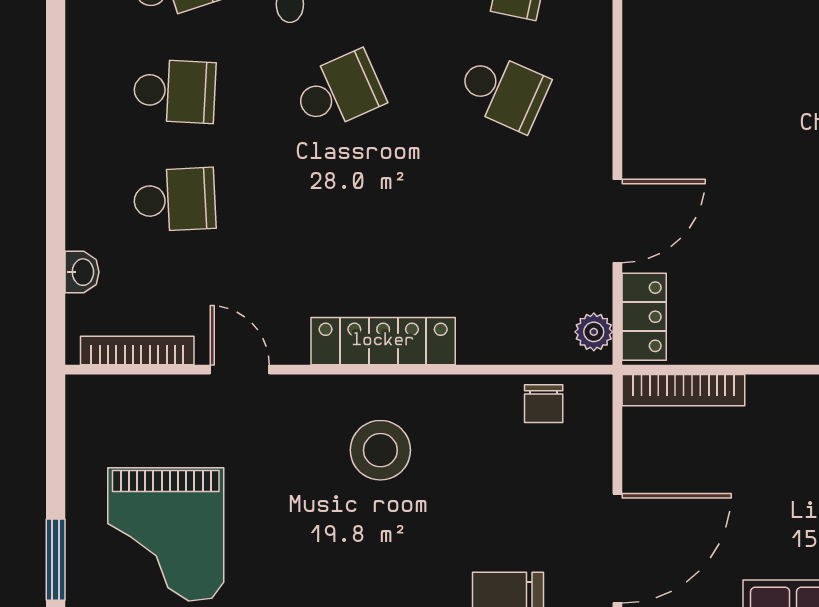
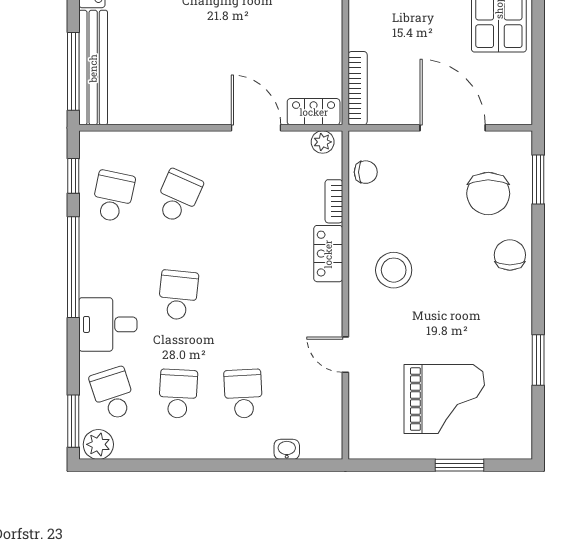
school desk: (339, 91) -> (178, 295), turned 30
locker: (383, 341) -> (328, 254), width x0.66
bookcase: (137, 351) -> (334, 201), moved, width x0.64
door: (240, 370) -> (345, 355), hinge flipped

